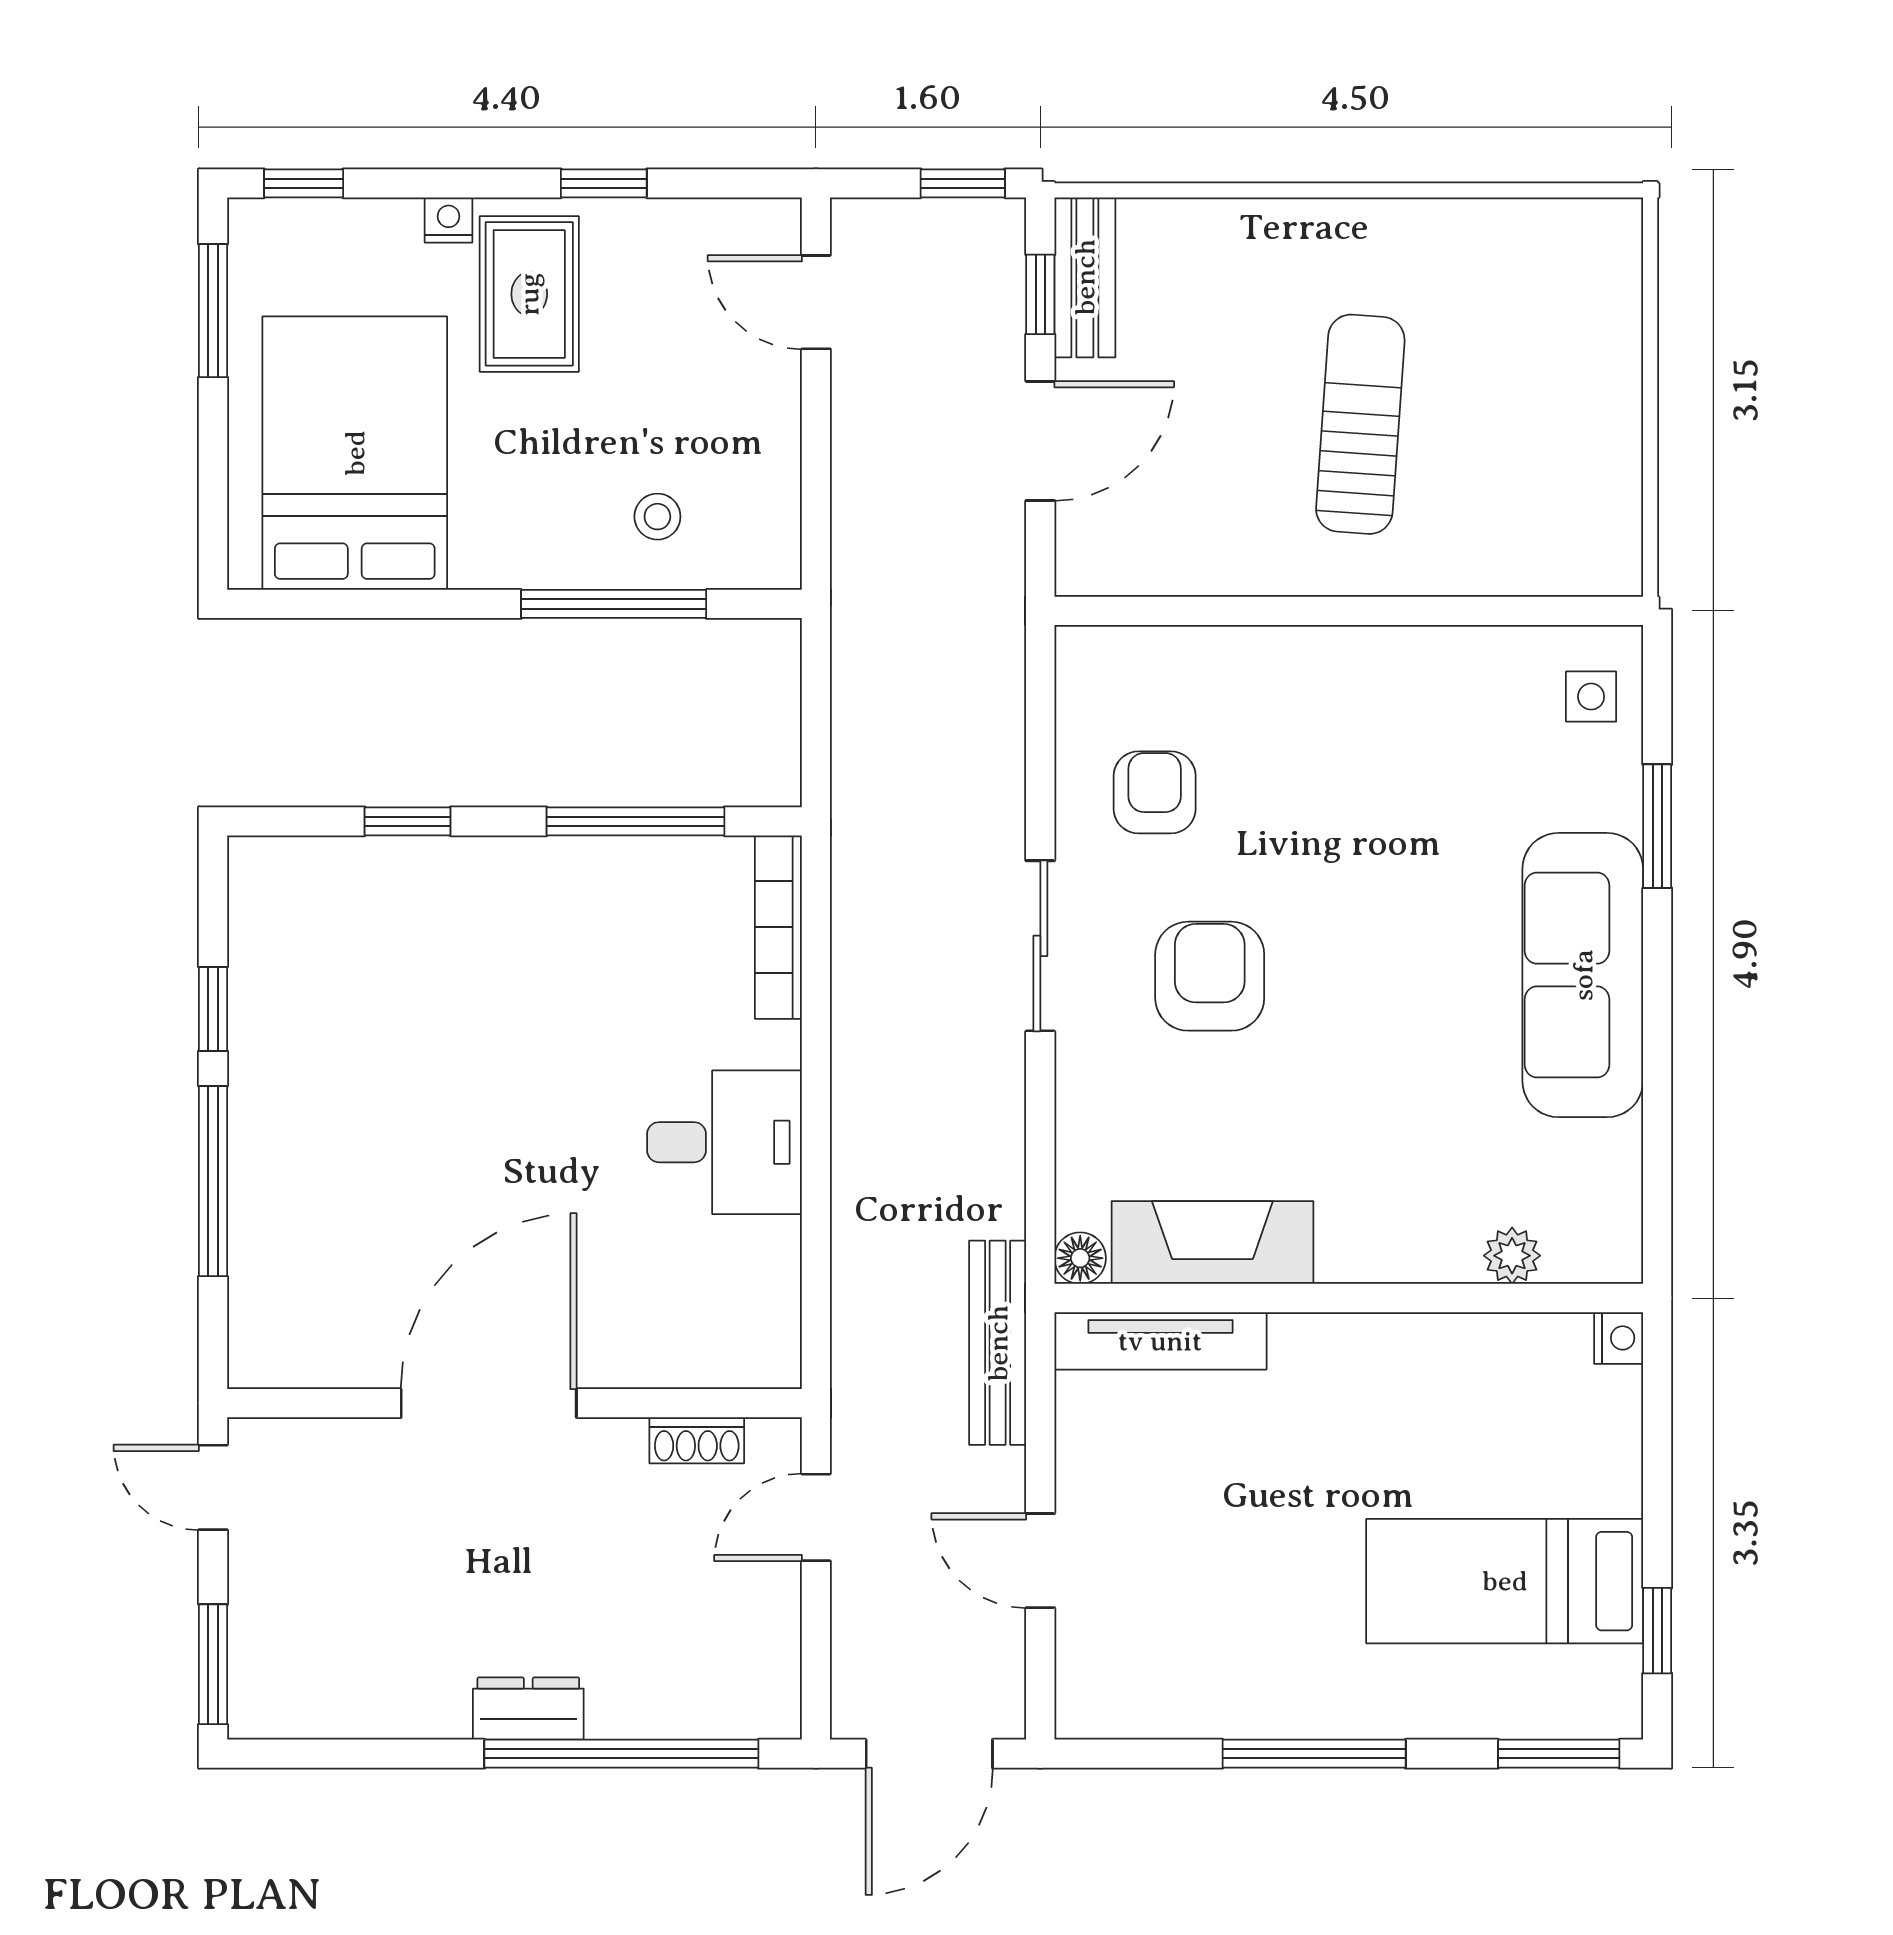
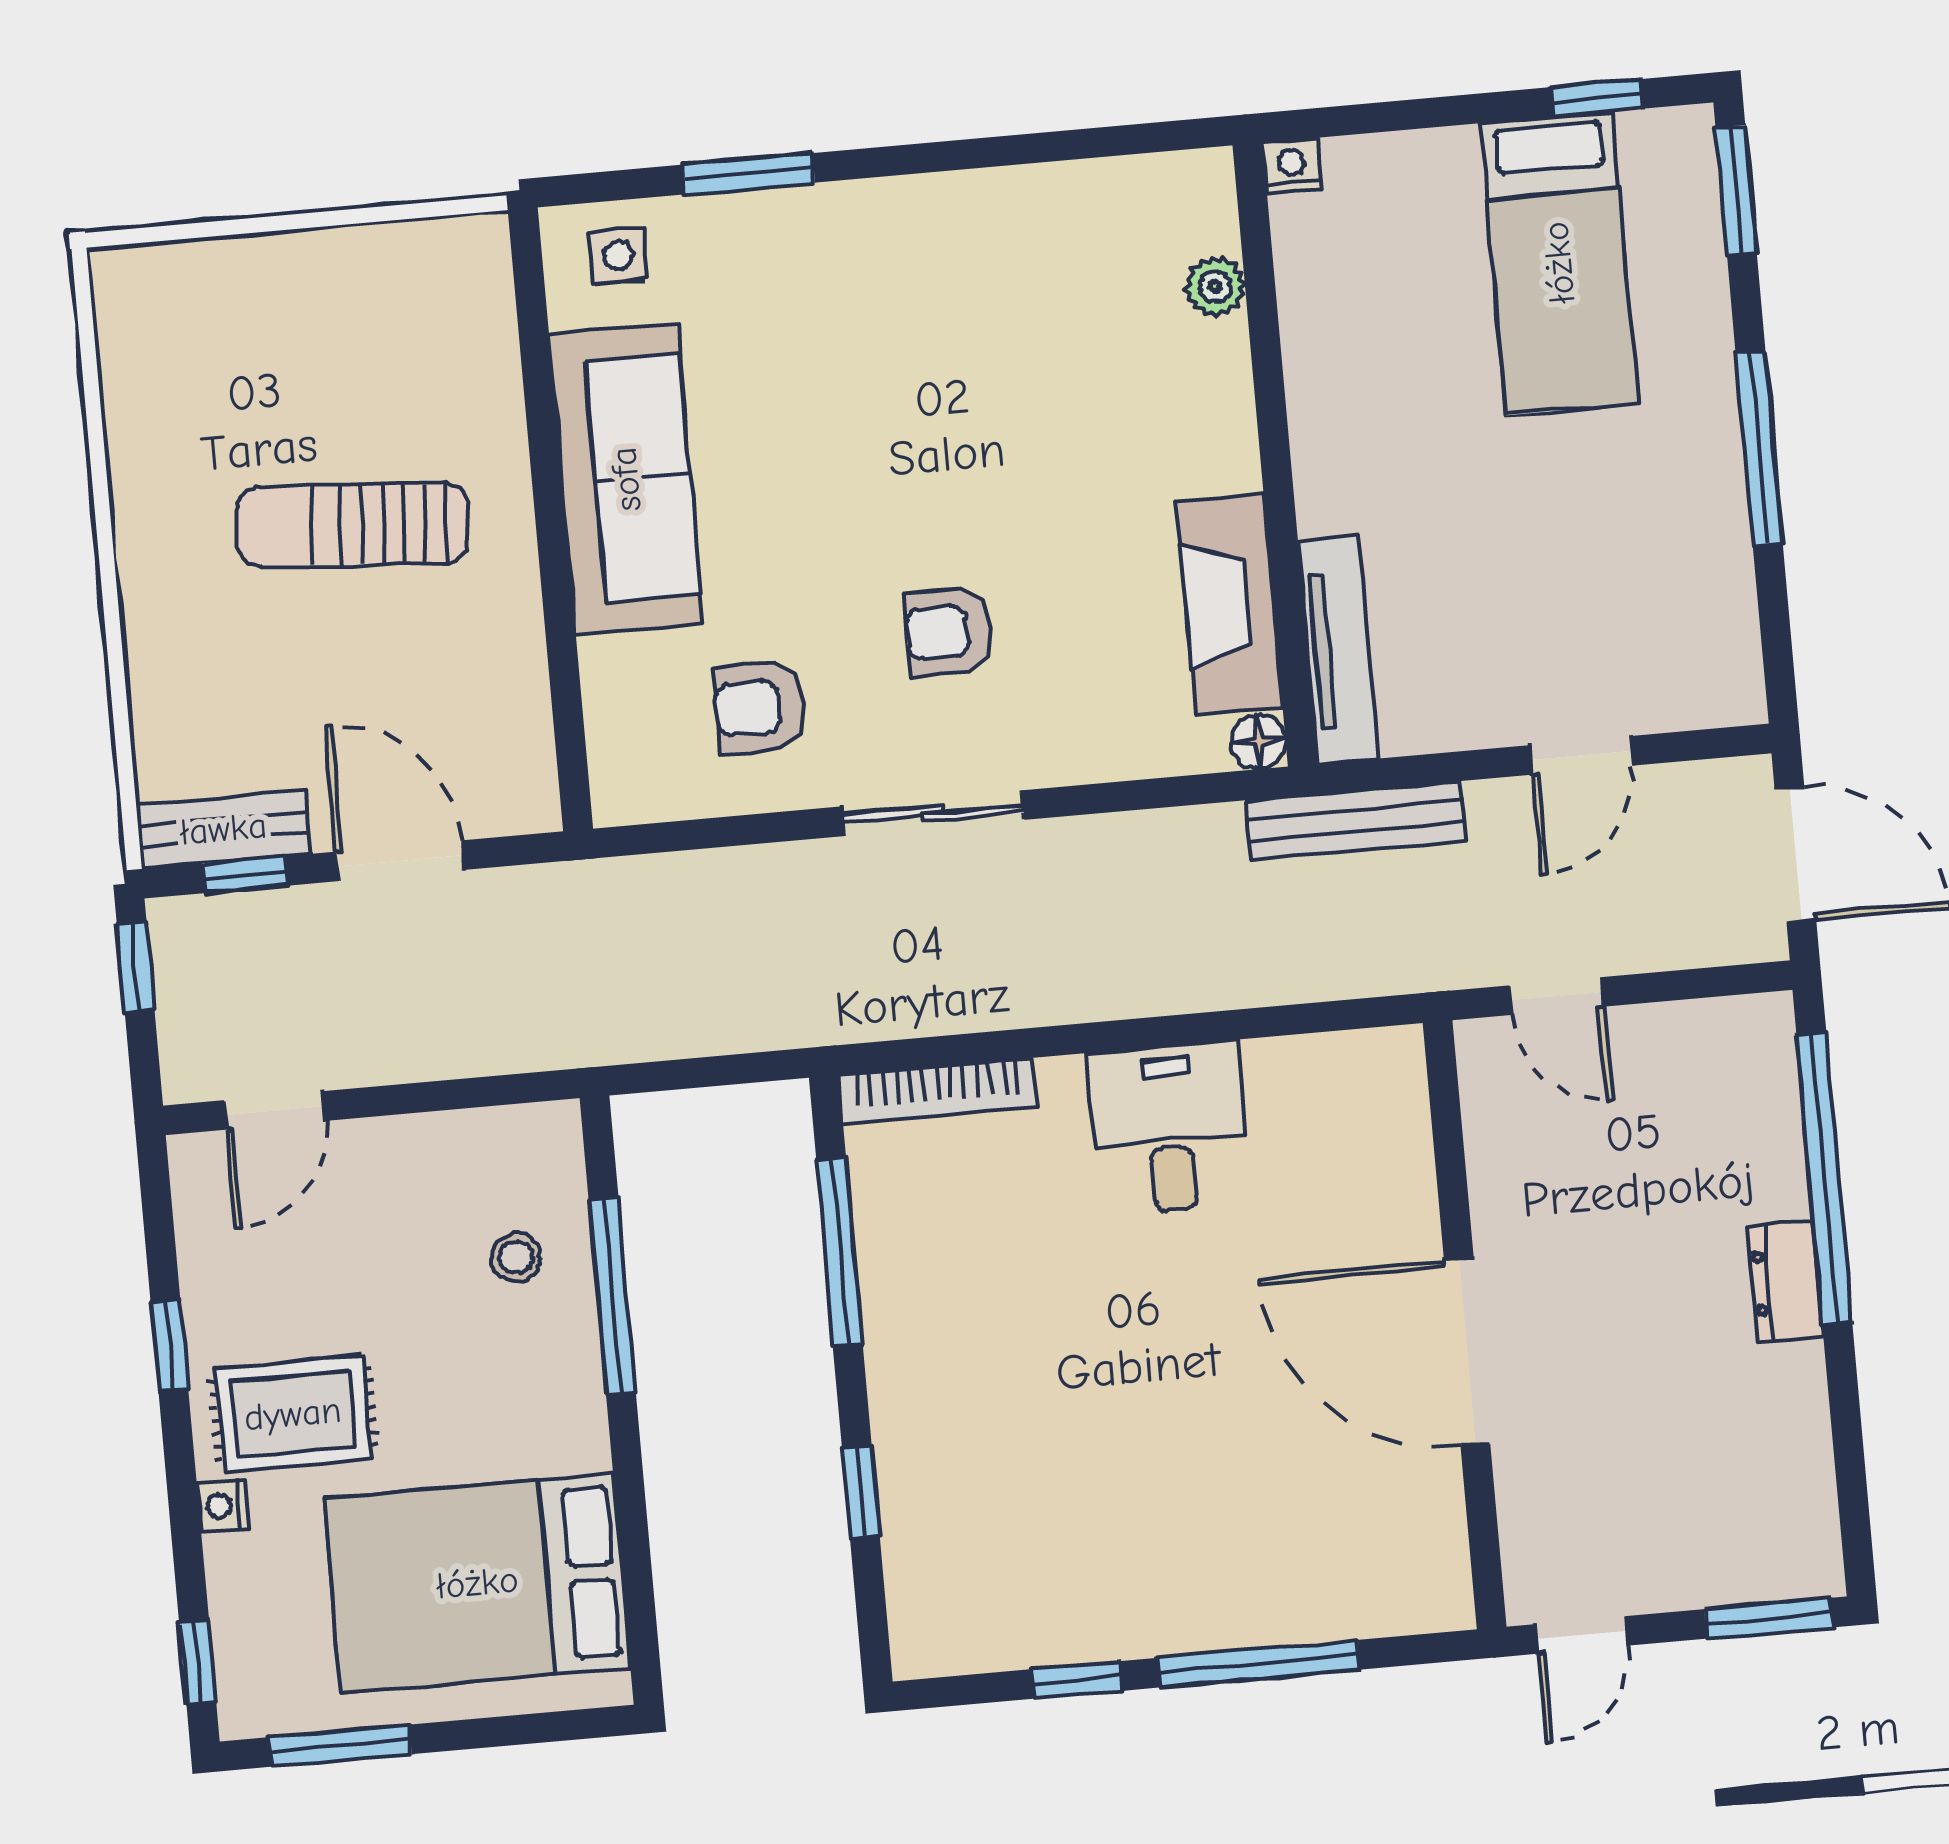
sofa: (1583, 975) -> (626, 479), moved, turned -90
armchair: (1210, 976) -> (949, 632), width x0.72, depth x0.72
shoe rack: (697, 1440) -> (1487, 1129), removed

